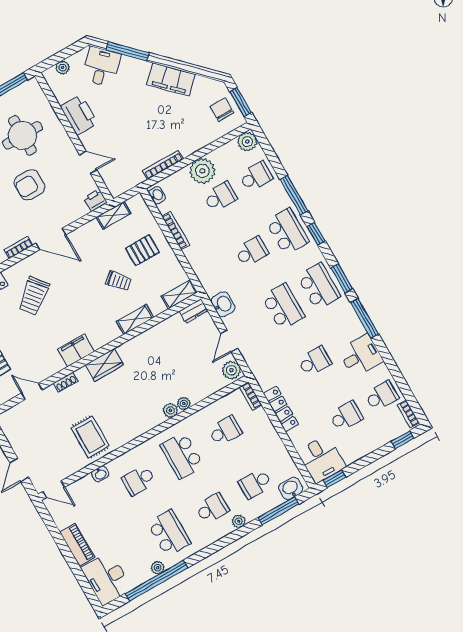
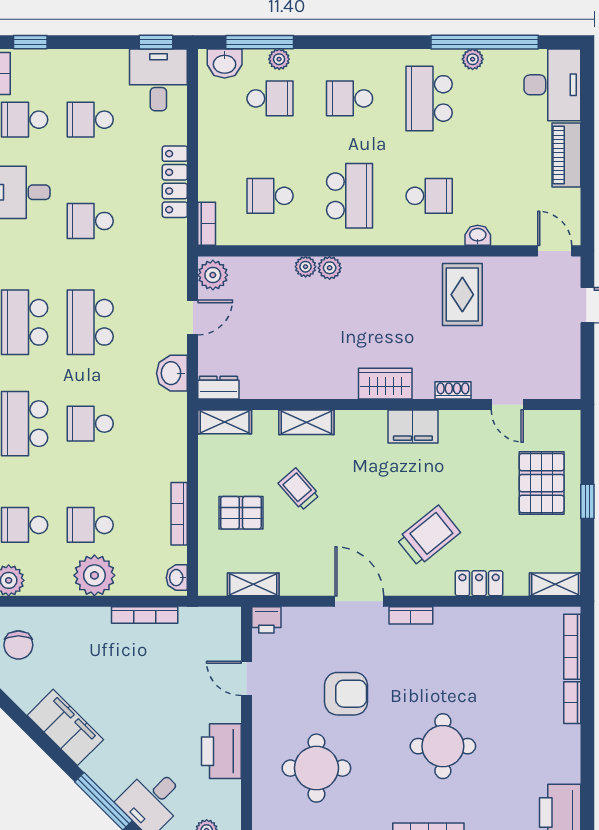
plant: (239, 521) -> (279, 59), moved

